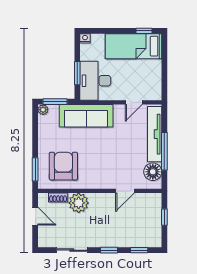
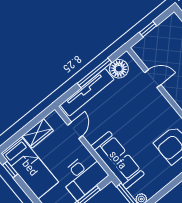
wardrobe: (154, 73) -> (38, 133), added
door: (134, 102) -> (75, 130), hinge flipped

